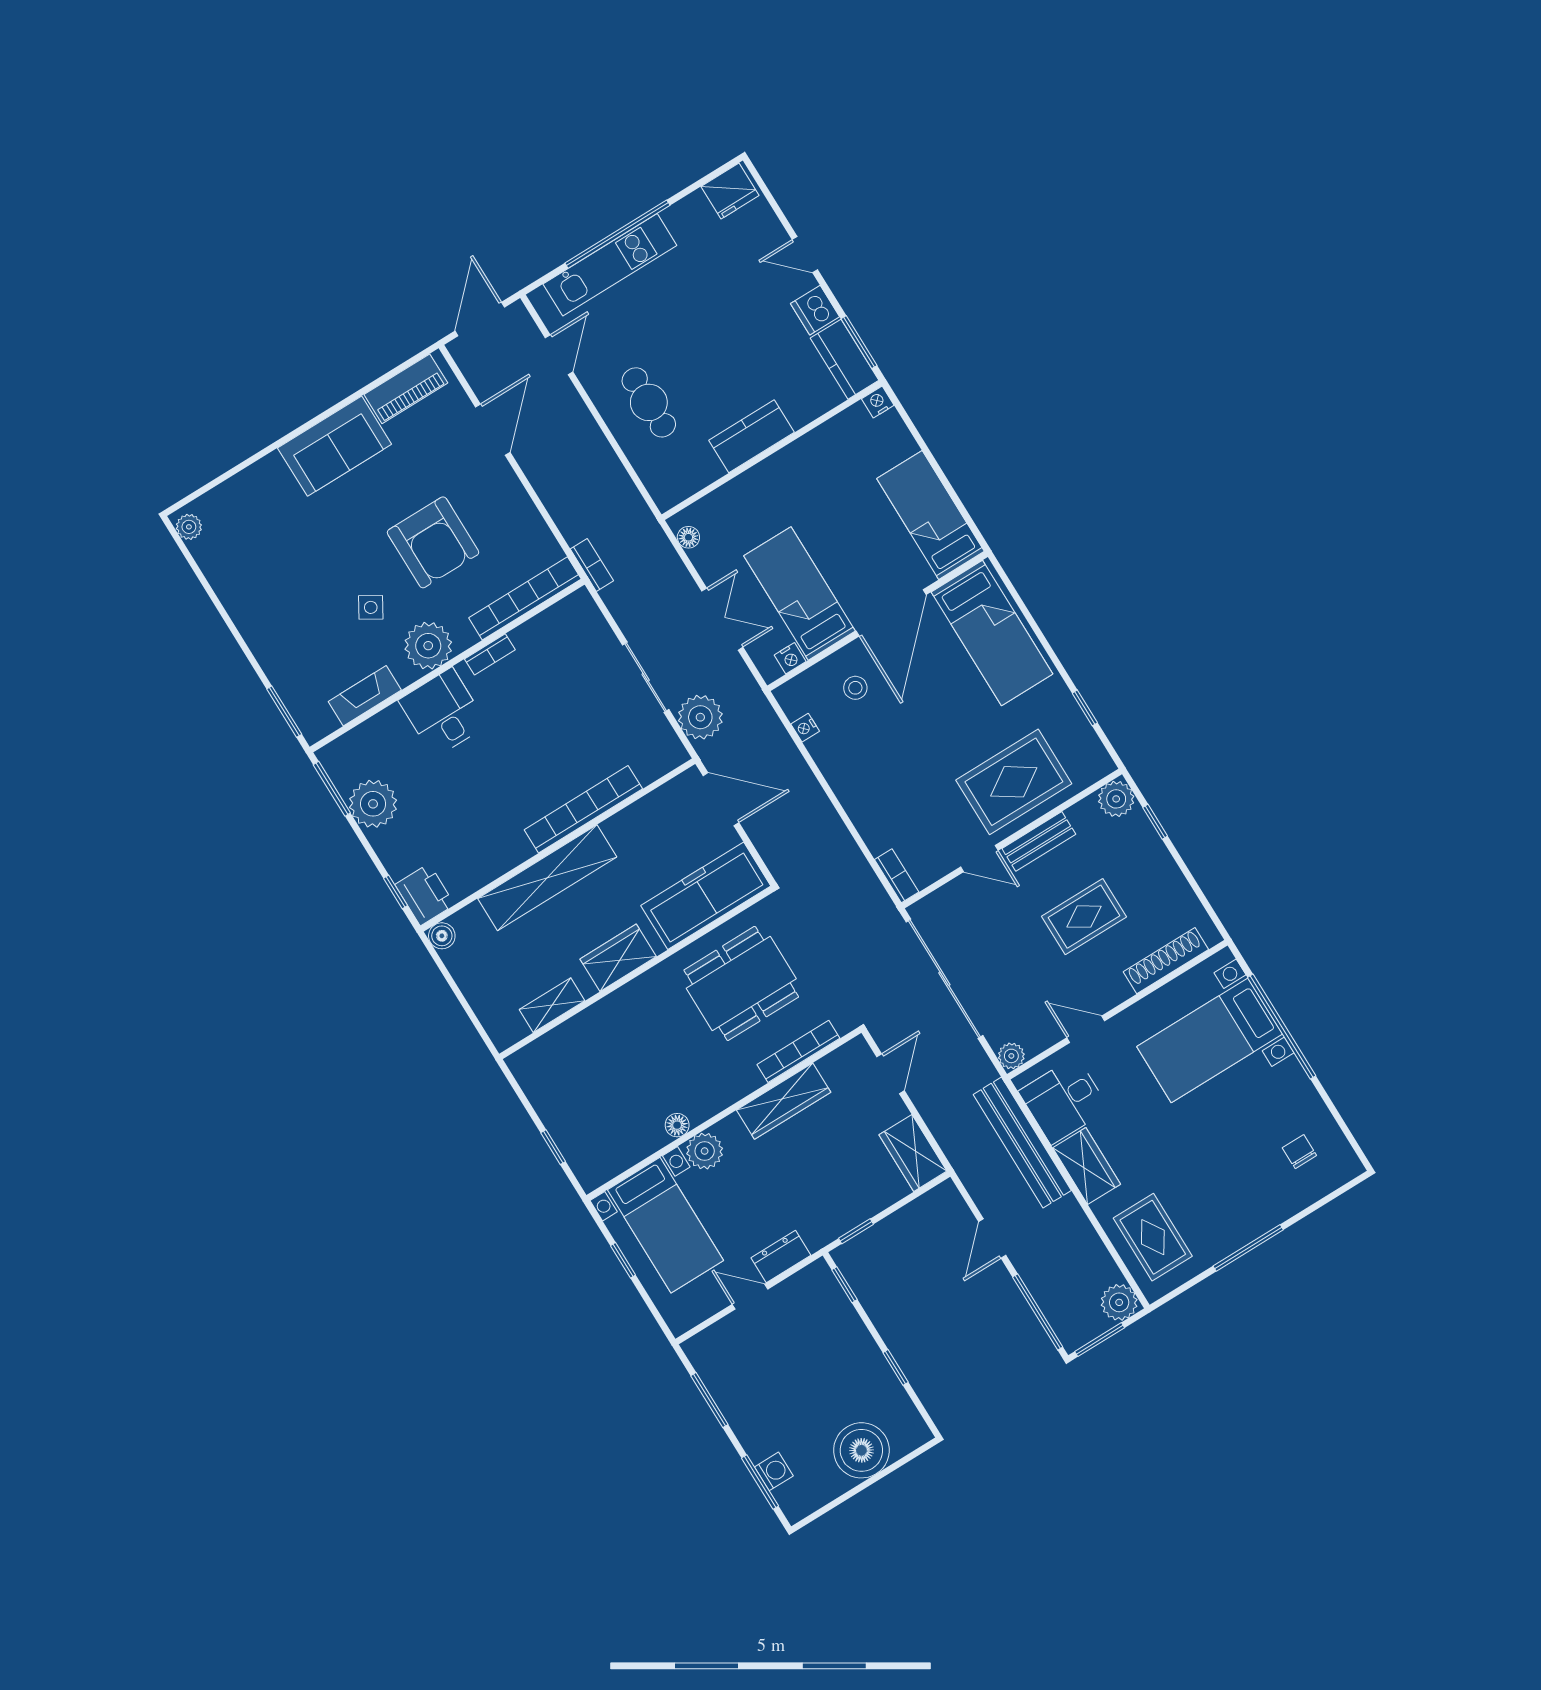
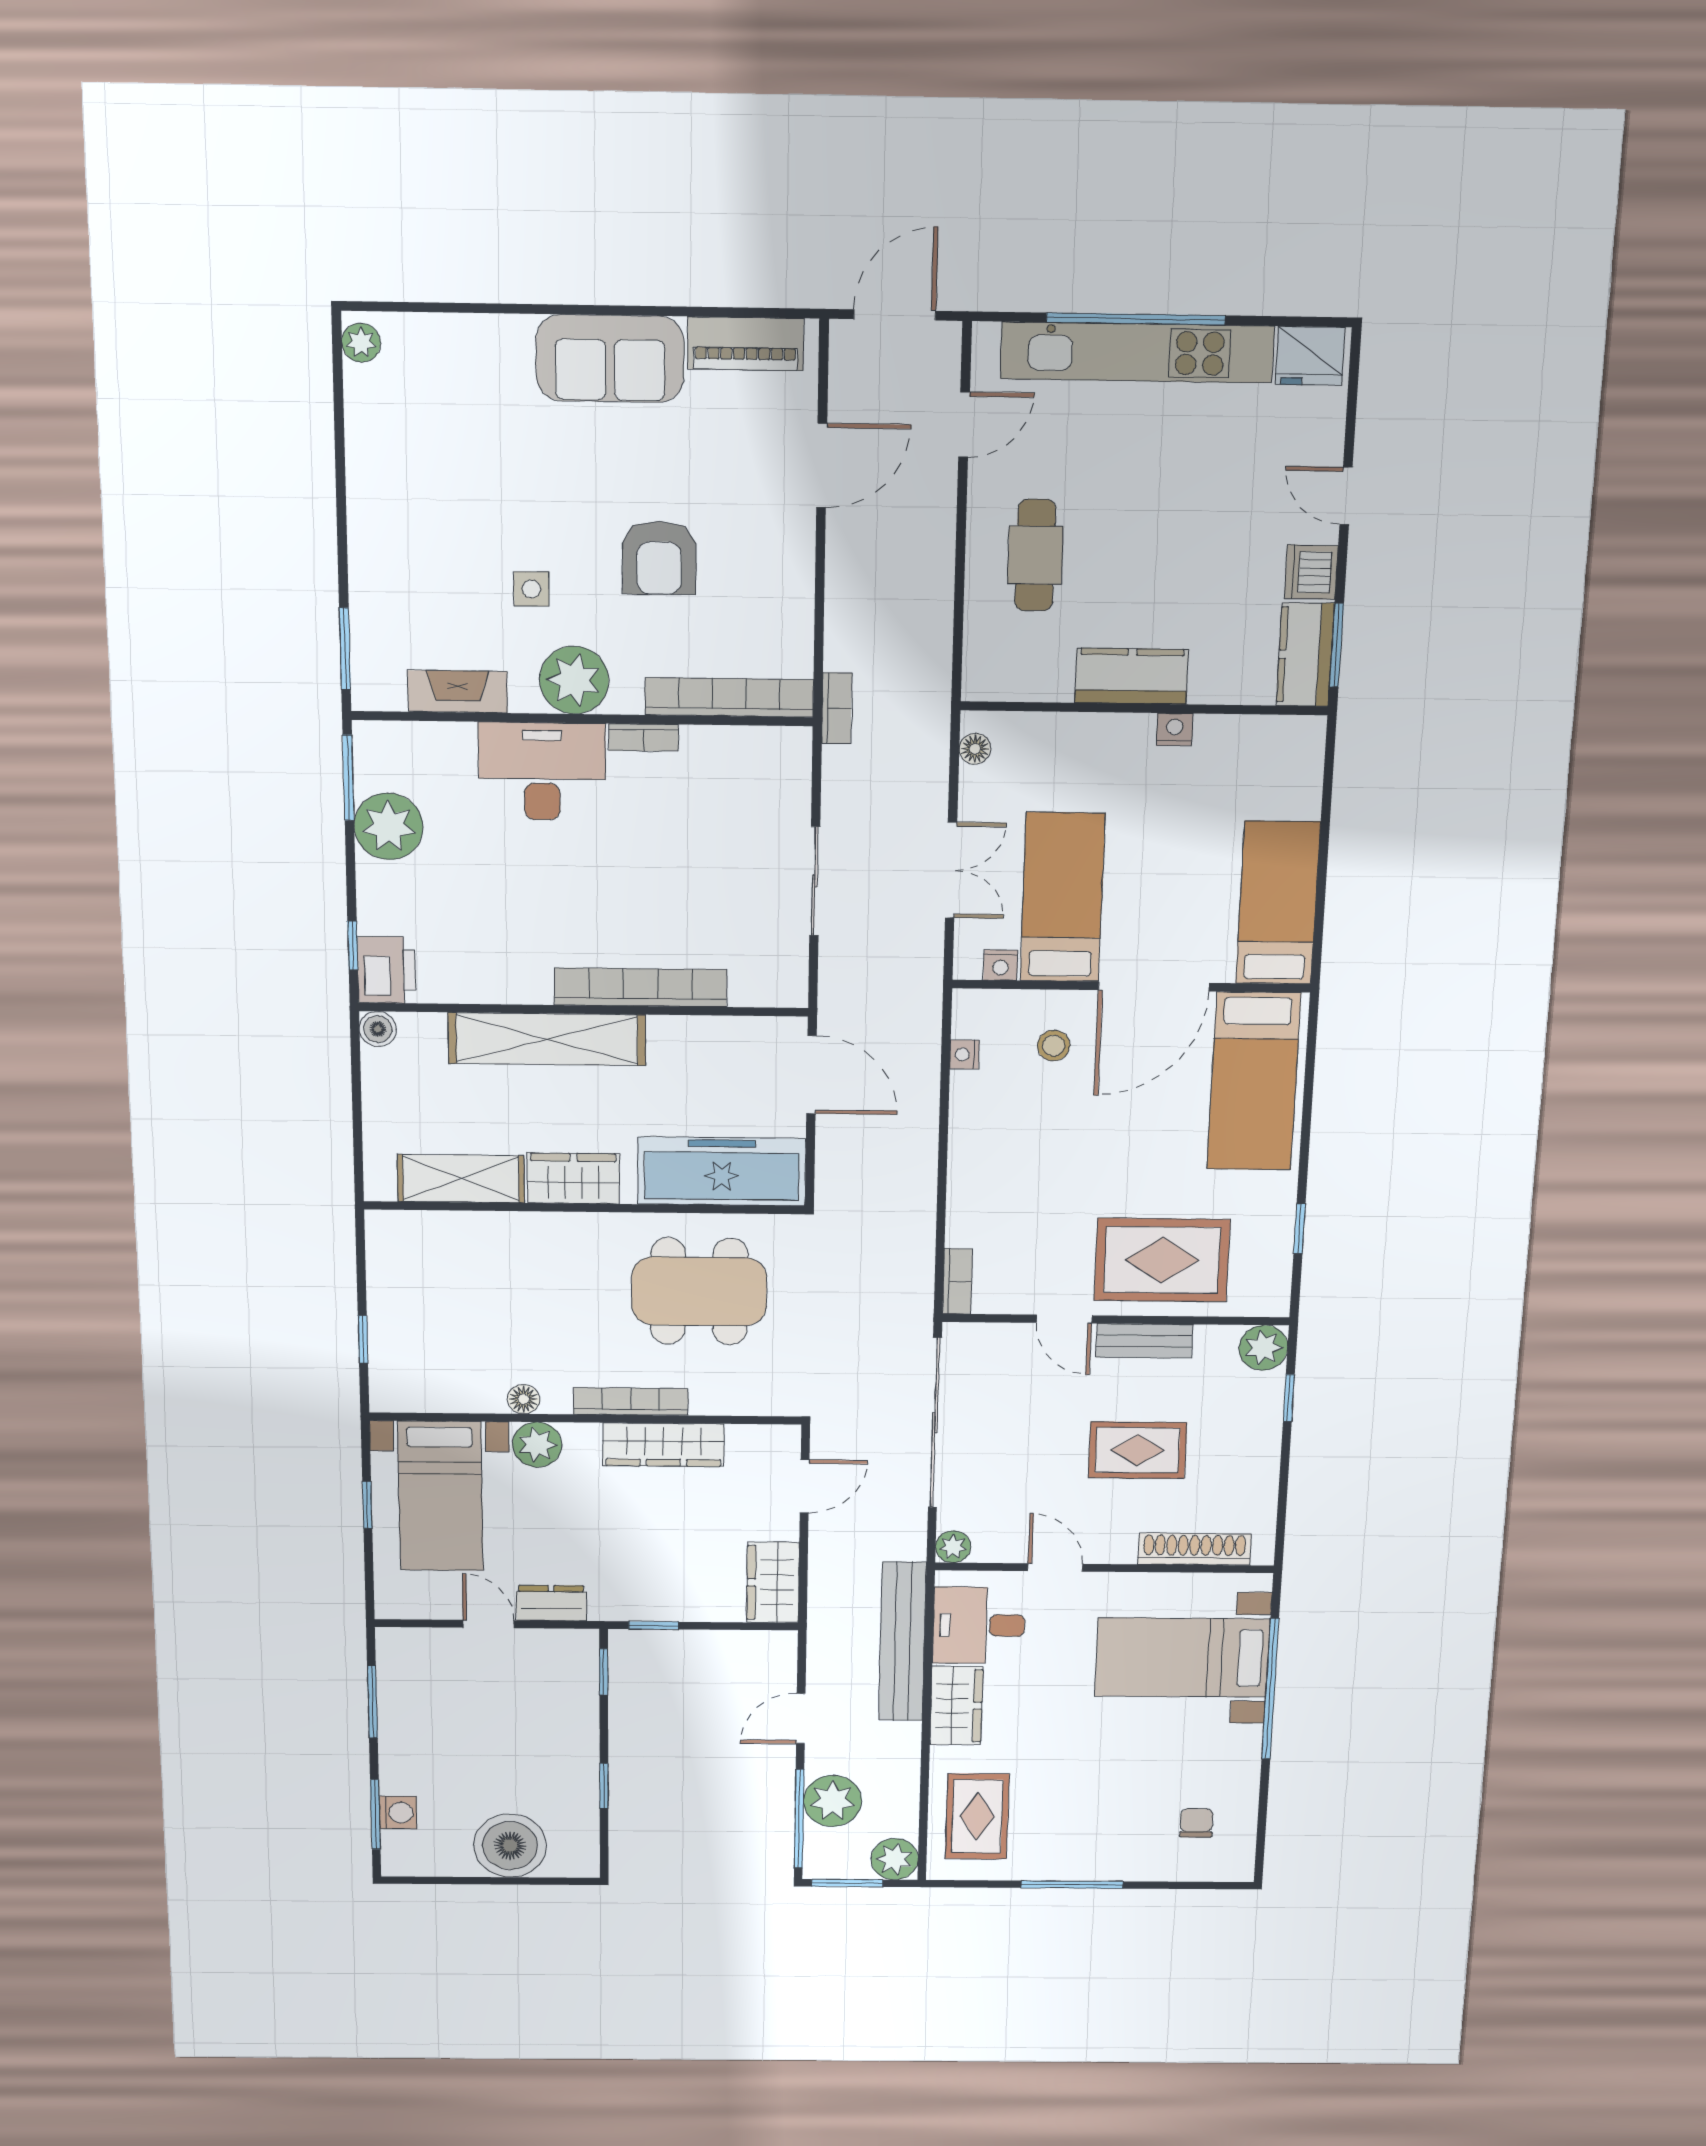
kitchen unit: (610, 265) -> (1137, 352), width x1.36
nightstand: (878, 402) -> (1175, 729), moved
armchair: (433, 542) -> (659, 558), width x0.73, depth x0.73
side table: (371, 607) -> (531, 589), turned -31
desk: (443, 713) -> (542, 771), width x1.37
plant: (700, 717) -> (833, 1801), moved
shelving: (552, 1005) -> (461, 1179), width x1.50, depth x1.33
bookcase: (798, 1051) -> (631, 1401), moved

